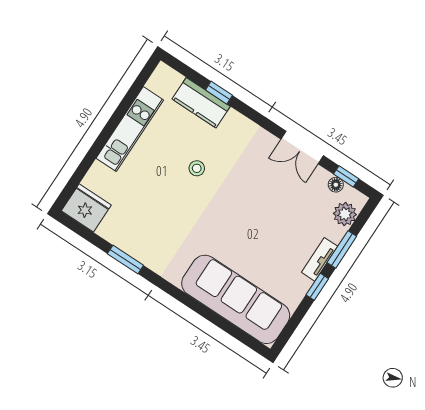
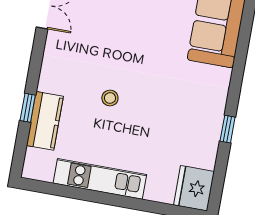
window: (125, 260) -> (228, 129), width x0.67

